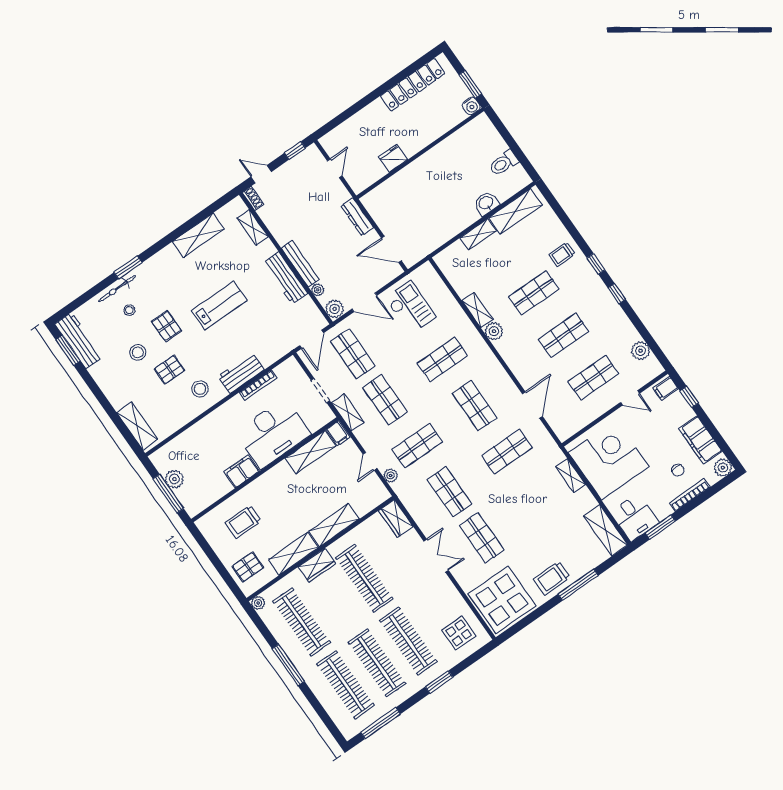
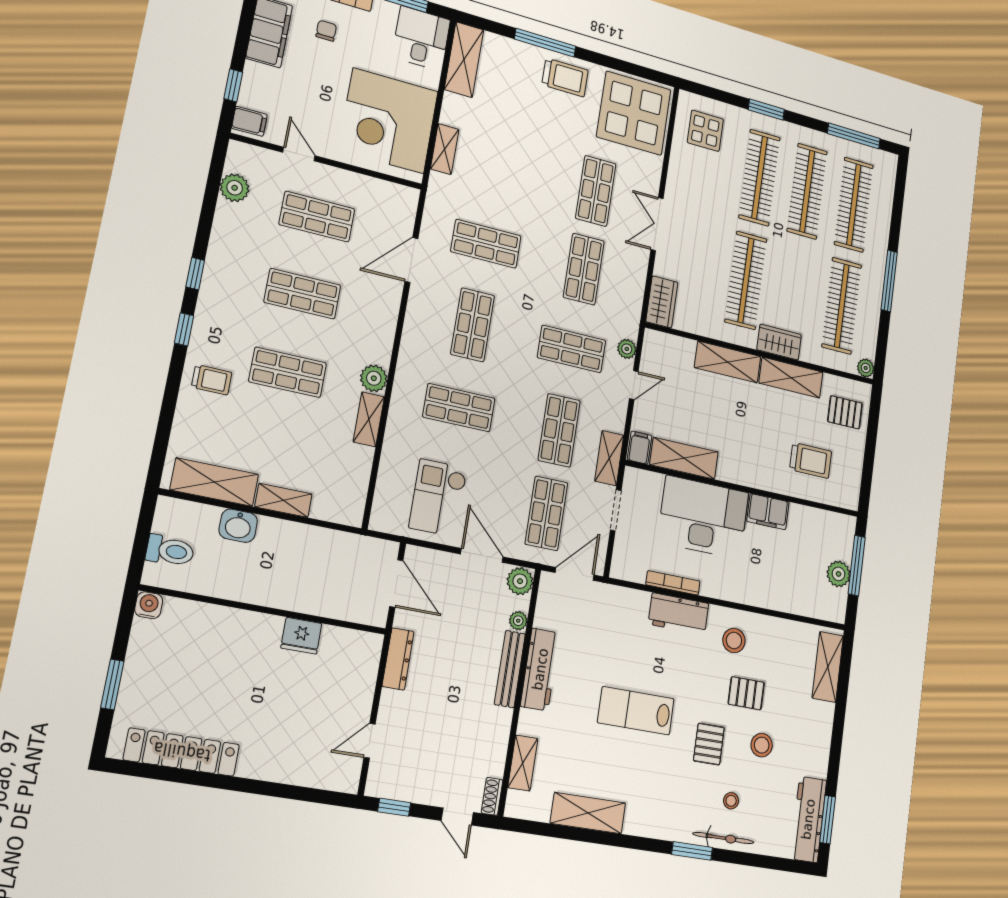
water cooler: (471, 106) -> (149, 605), moved
wall: (420, 153) -> (265, 610), moved
fridge: (393, 158) -> (301, 636), moved

